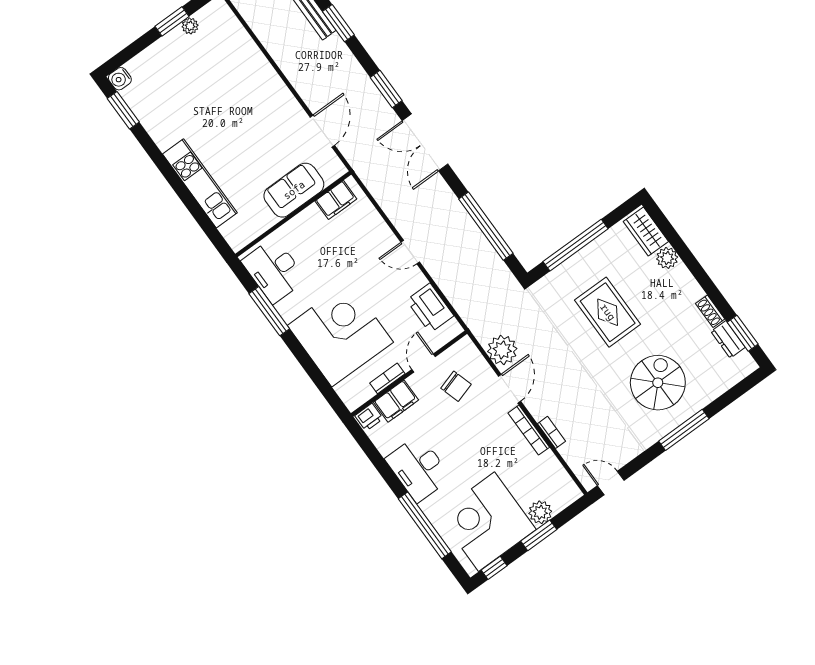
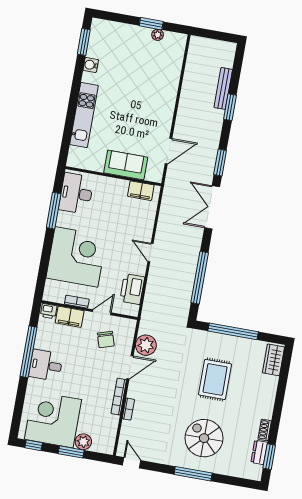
water cooler: (120, 79) -> (91, 65), moved
plant: (667, 258) -> (270, 383), removed
spiral stairs: (658, 383) -> (204, 438), turned -90
desk: (418, 468) -> (46, 365), width x0.73
window: (425, 525) -> (29, 352), moved

